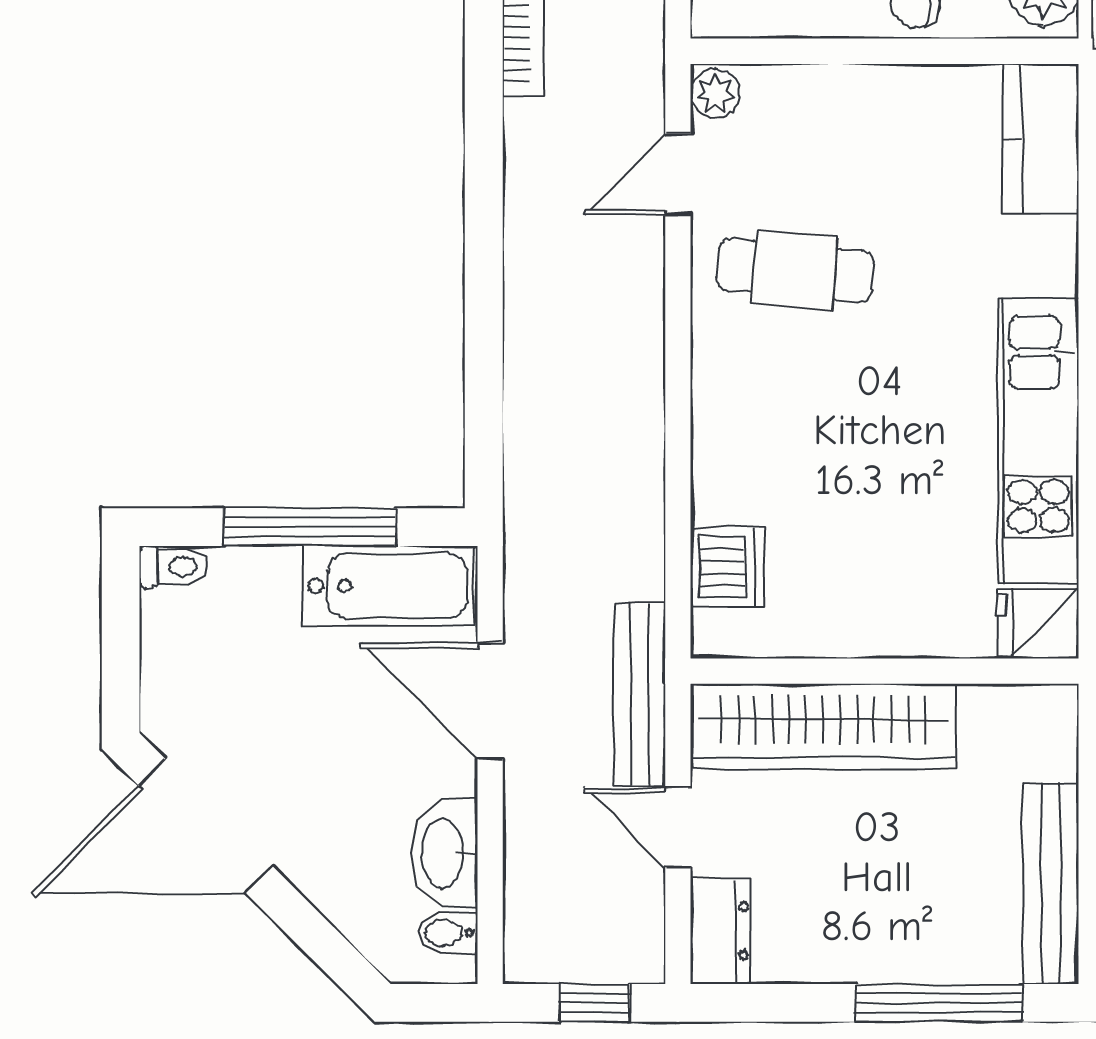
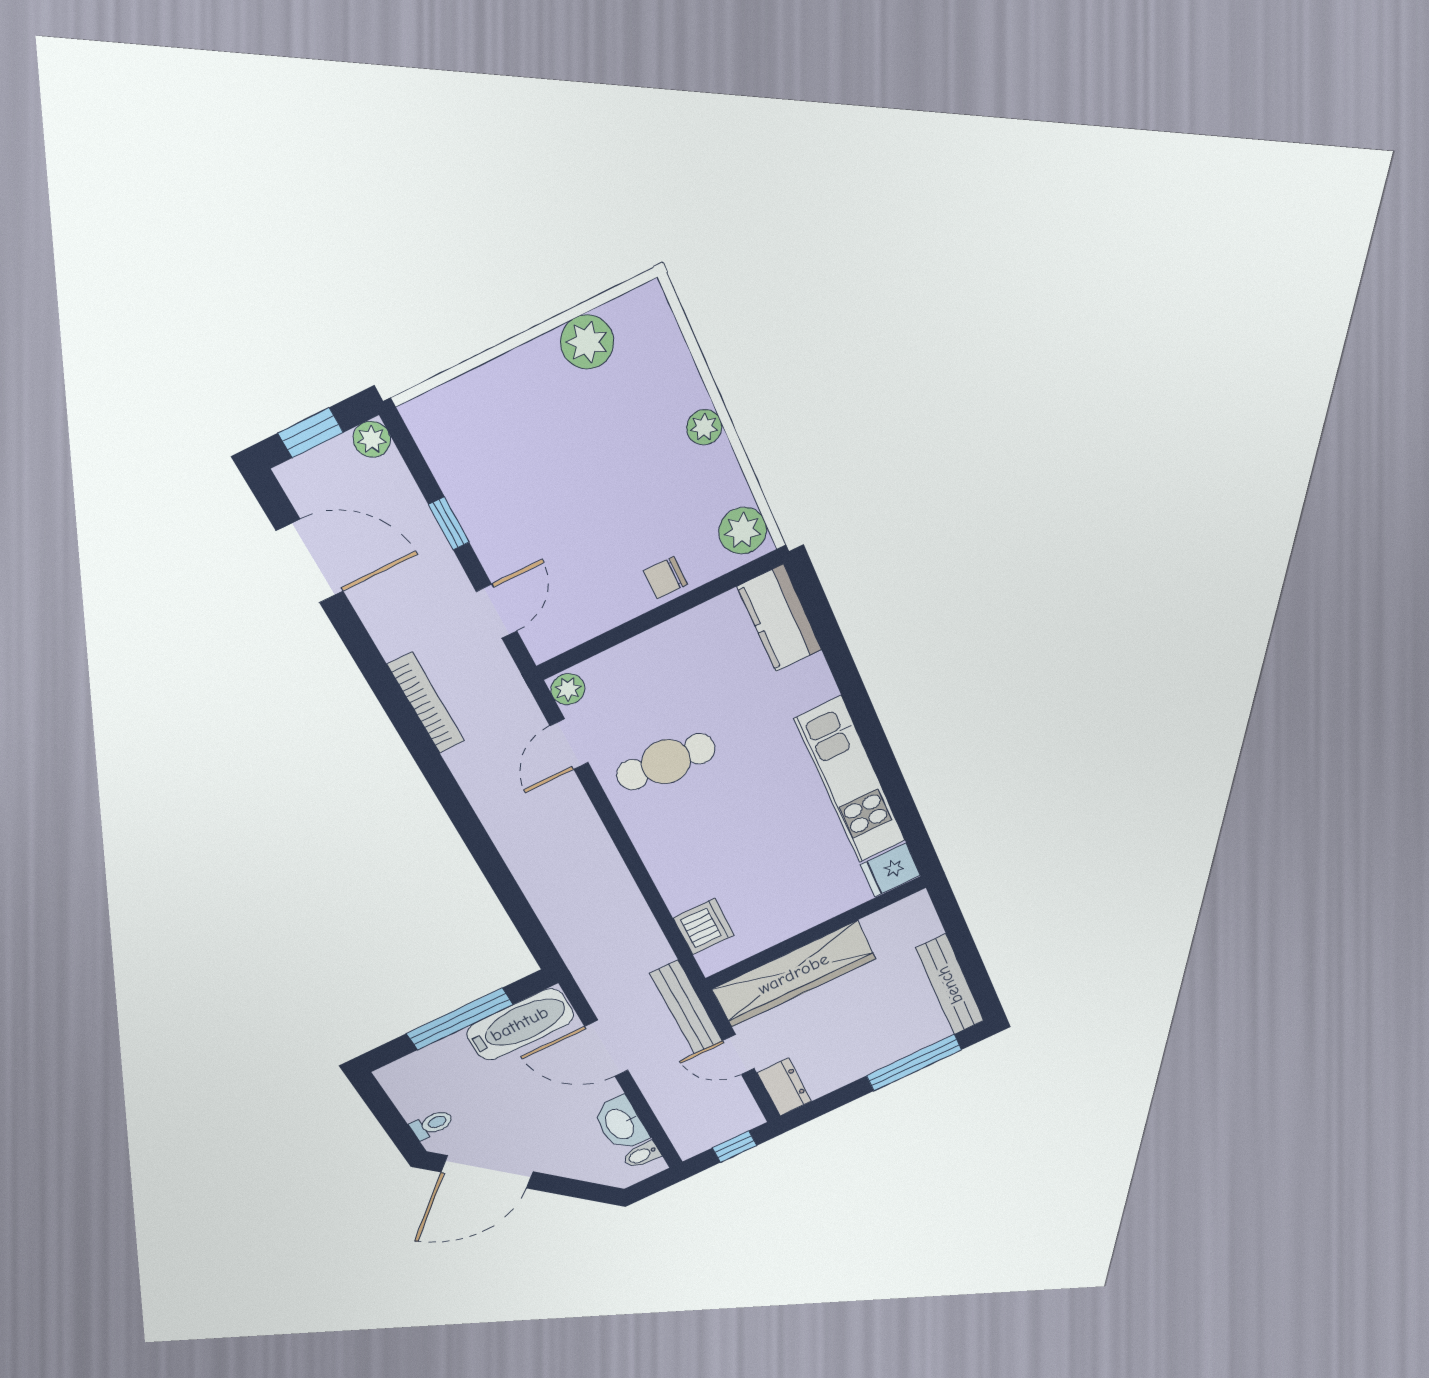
toilet: (173, 567) -> (432, 1124), moved

